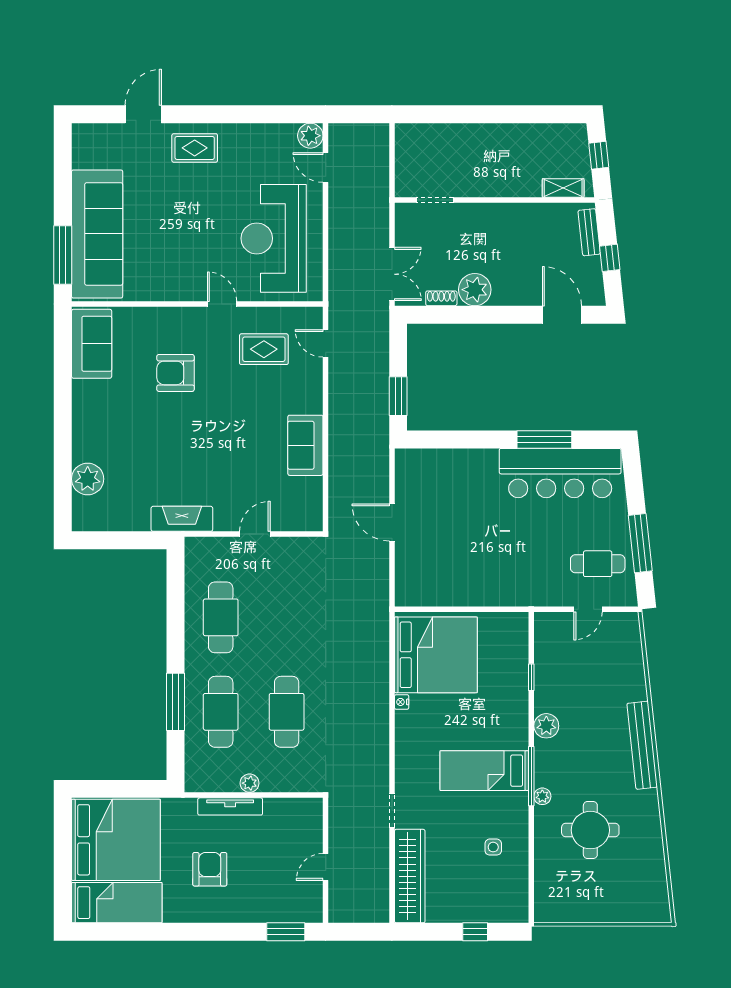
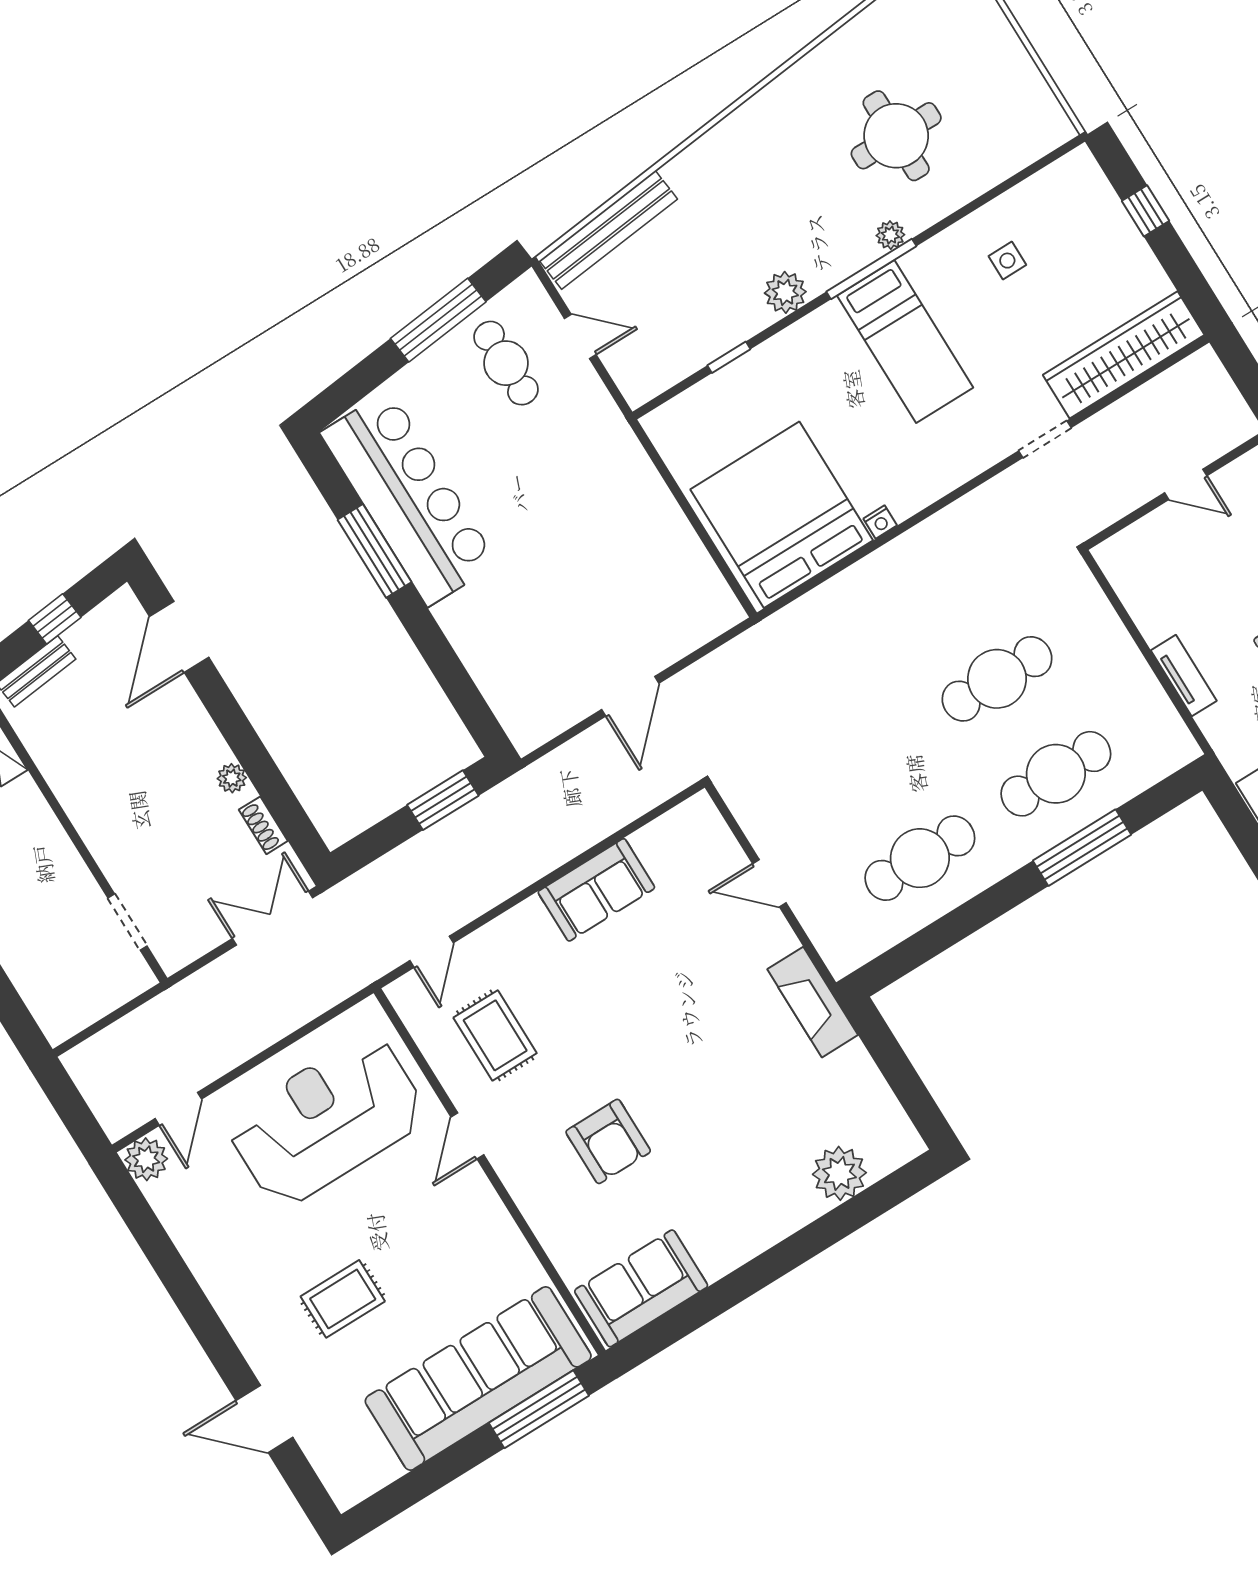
rug: (195, 148) -> (343, 1299), moved, turned 90
reception desk: (274, 238) -> (327, 1120), turned 180
plant: (475, 290) -> (232, 778), width x0.53, depth x0.53
bench: (642, 745) -> (608, 230), moved
plant: (250, 783) -> (1133, 669), removed
tv unit: (230, 806) -> (1184, 676), width x0.71

